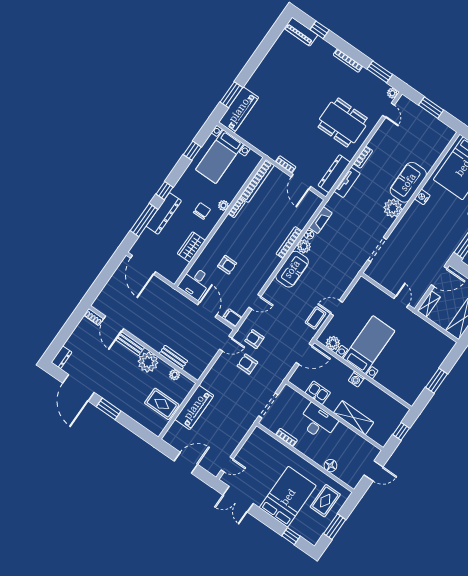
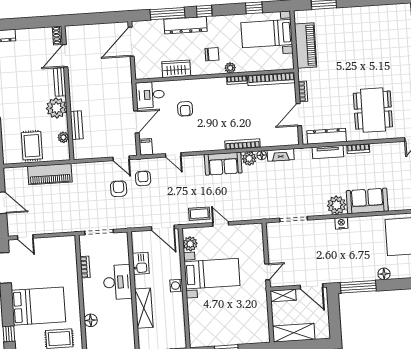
piano: (239, 110) -> (306, 46), moved, turned -90
nightstand: (422, 197) -> (341, 223), moved

